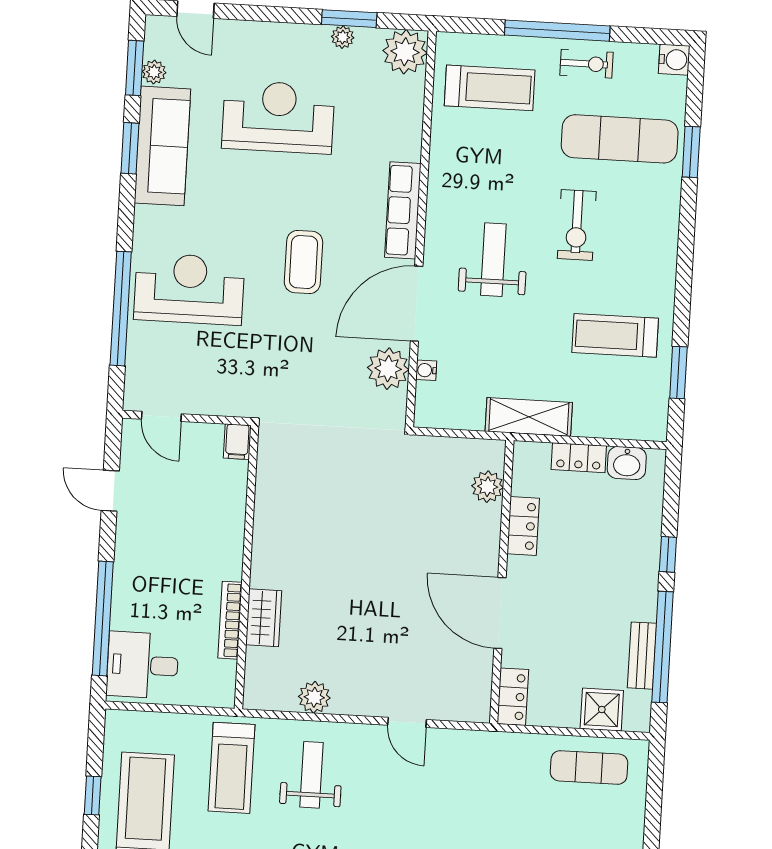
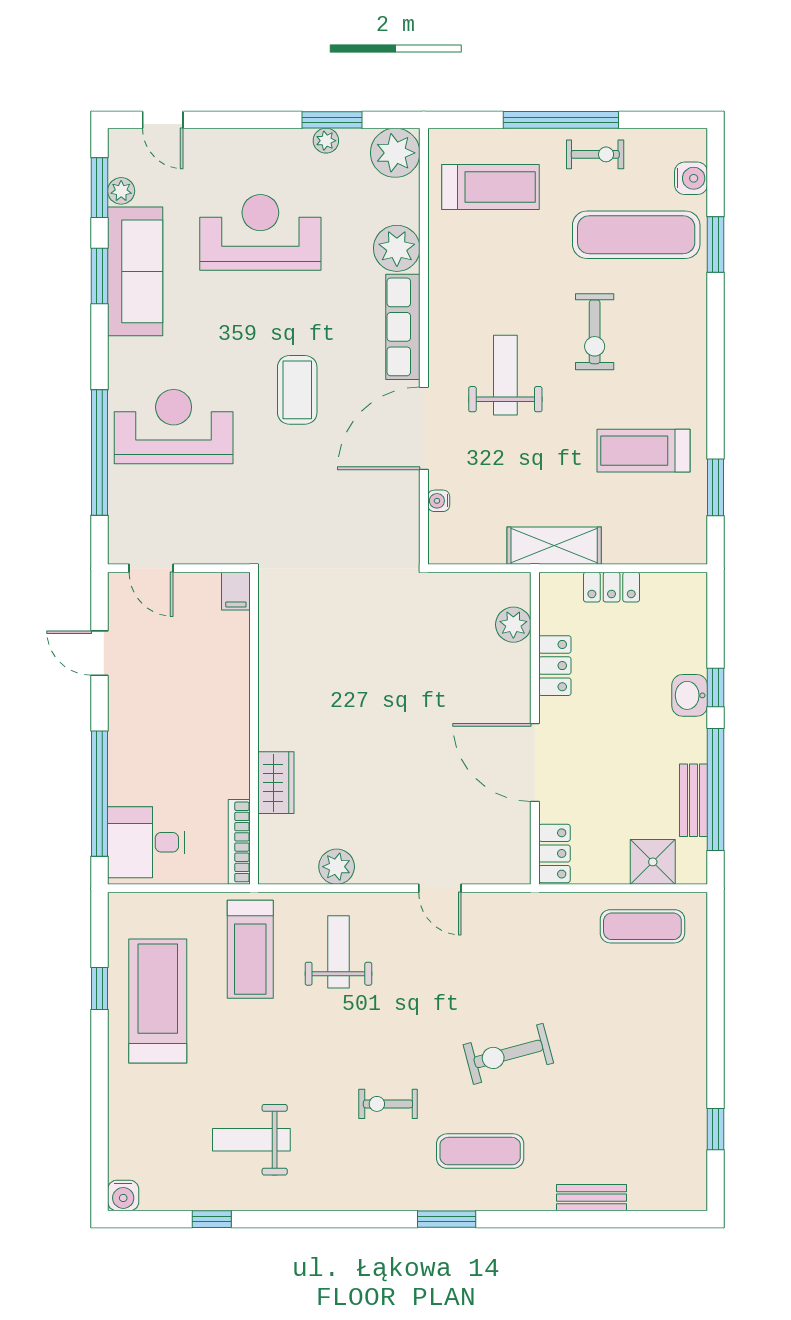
water cooler: (674, 60) -> (691, 178), moved
plant: (388, 369) -> (397, 248), moved
washbasin: (627, 463) -> (690, 695), moved, turned 90
bookcase: (230, 620) -> (239, 842), moved

